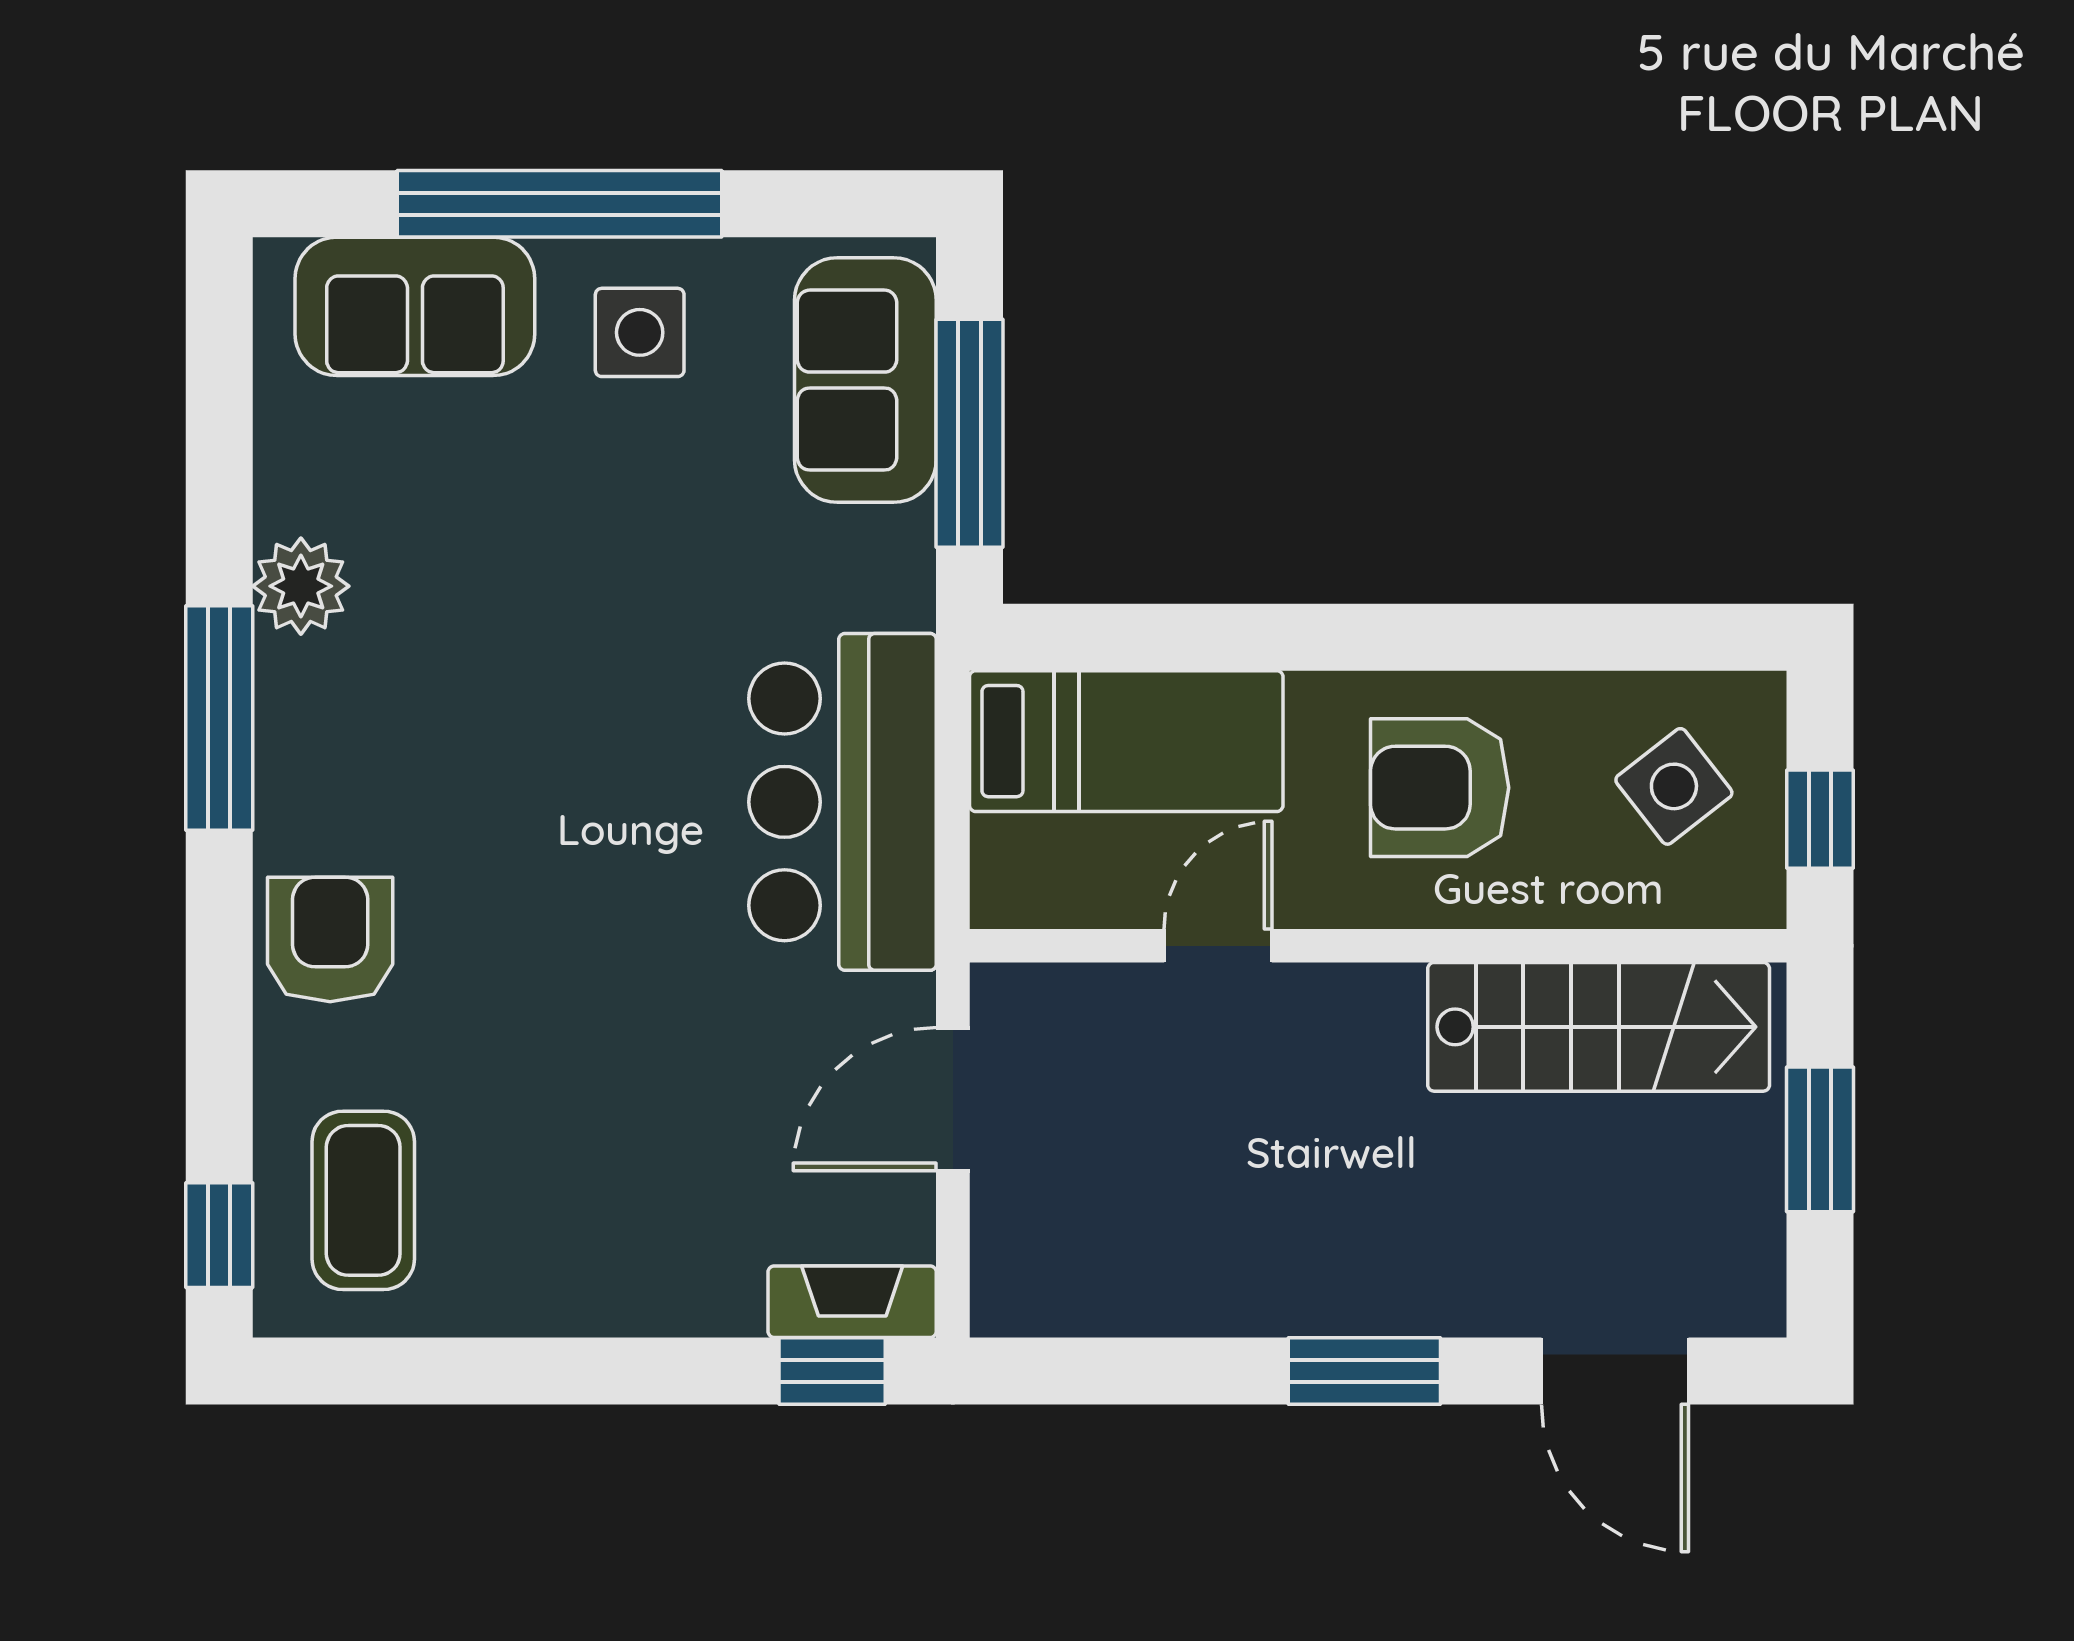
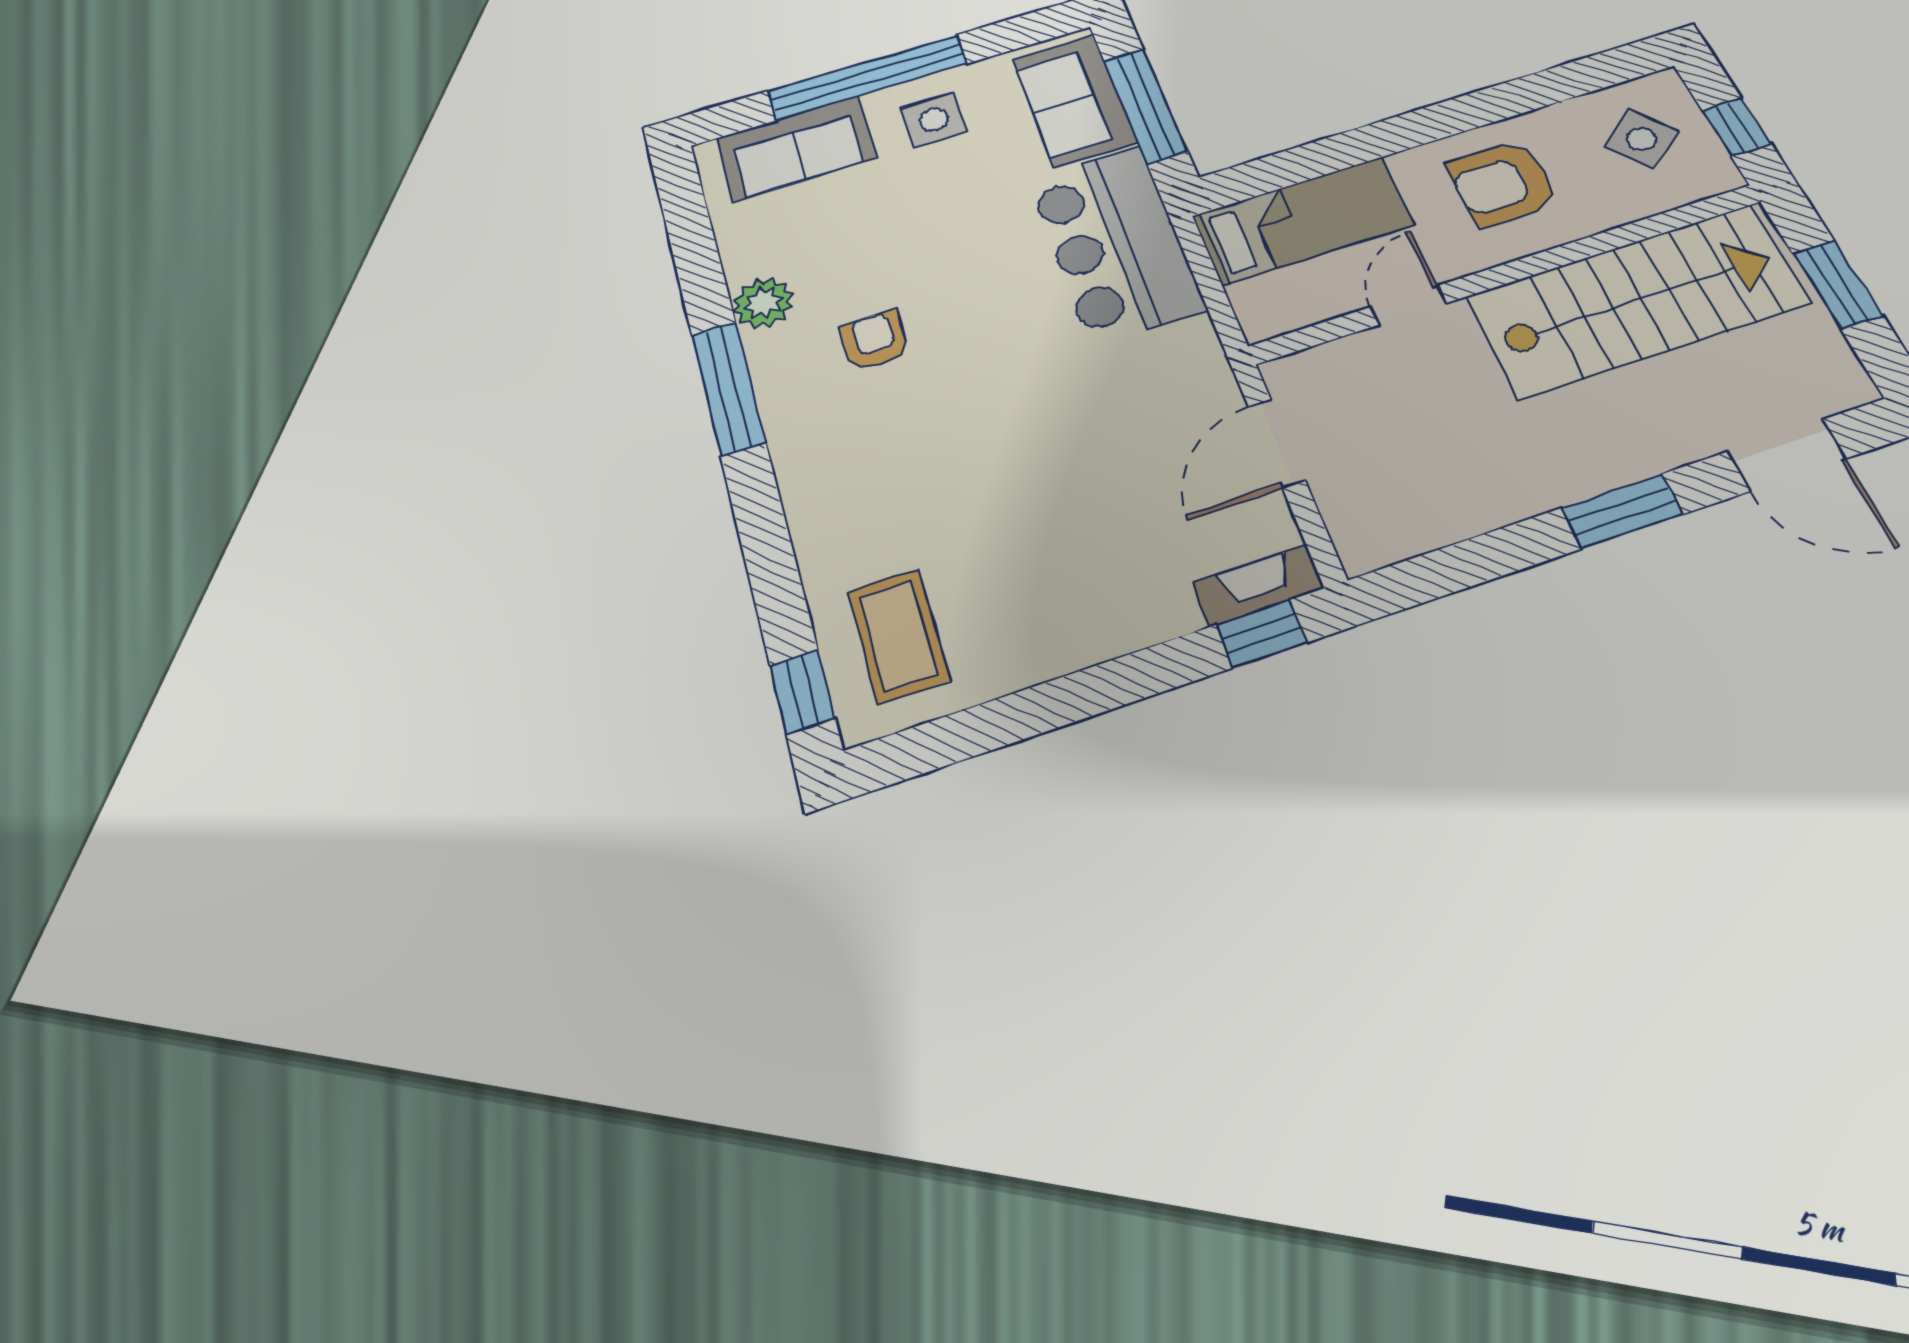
bar counter: (843, 802) -> (1116, 244), moved
armchair: (330, 939) -> (875, 341), moved, width x0.72, depth x0.72
stairs: (1599, 1027) -> (1638, 300), width x1.36, depth x1.51

